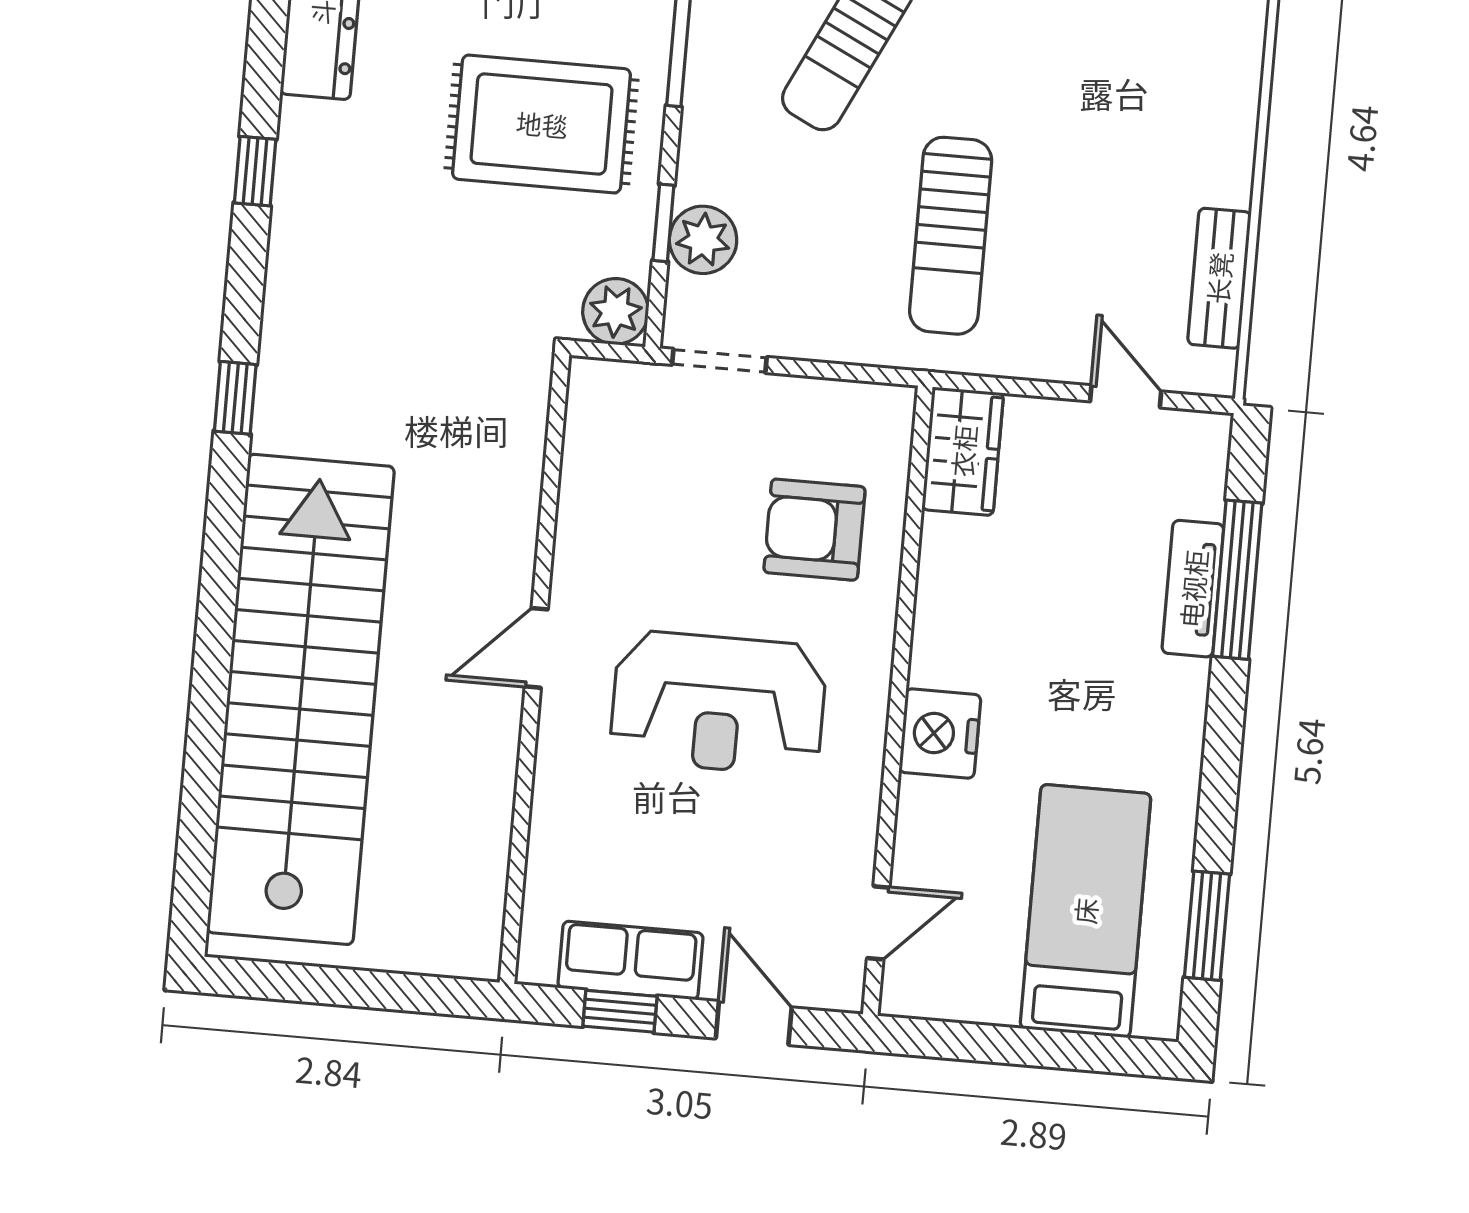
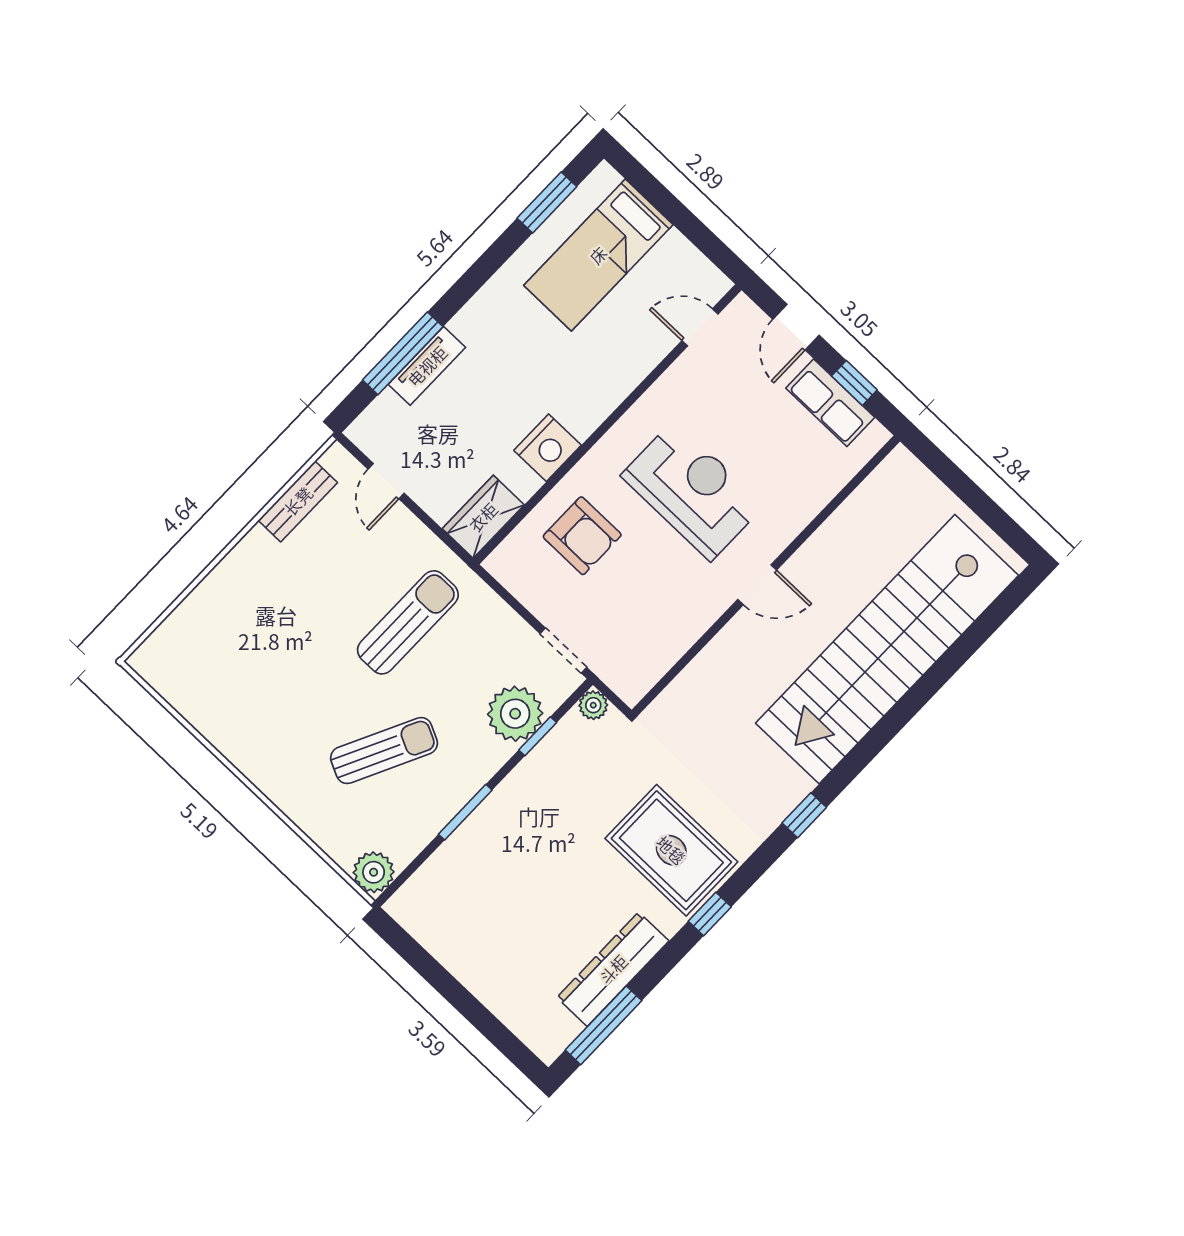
rug: (542, 124) -> (671, 850), moved
plant: (703, 240) -> (515, 714), width x1.36, depth x1.36
plant: (616, 311) -> (593, 705), width x0.73, depth x0.73
nightstand: (940, 734) -> (548, 448), moved

